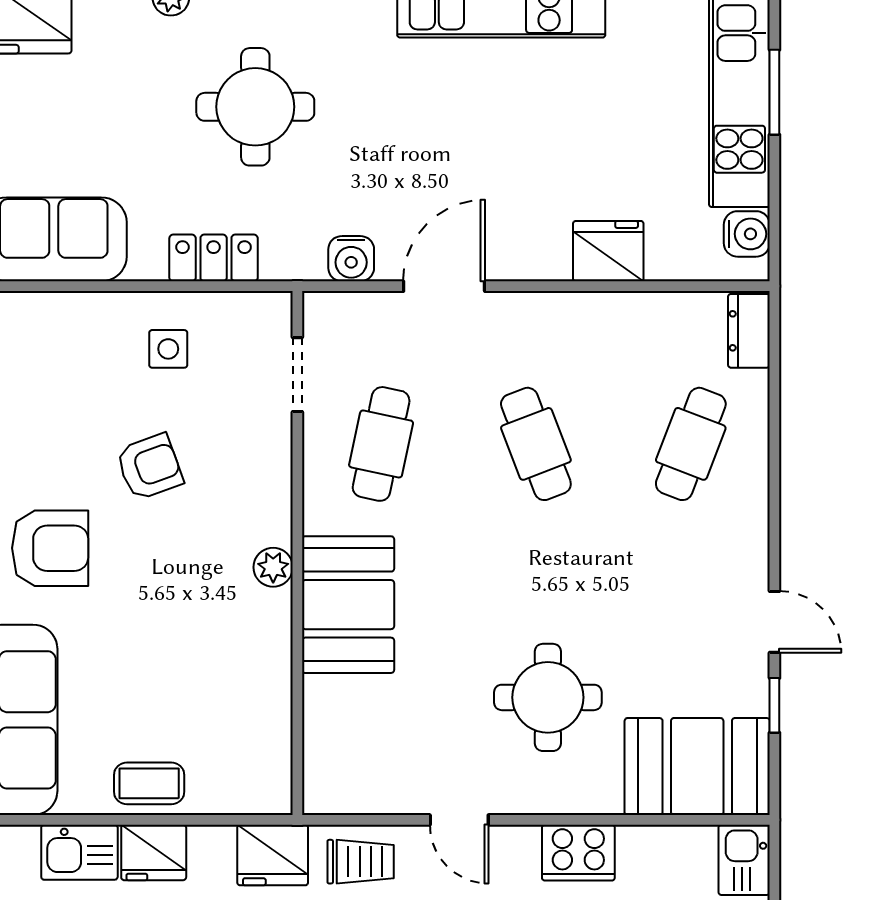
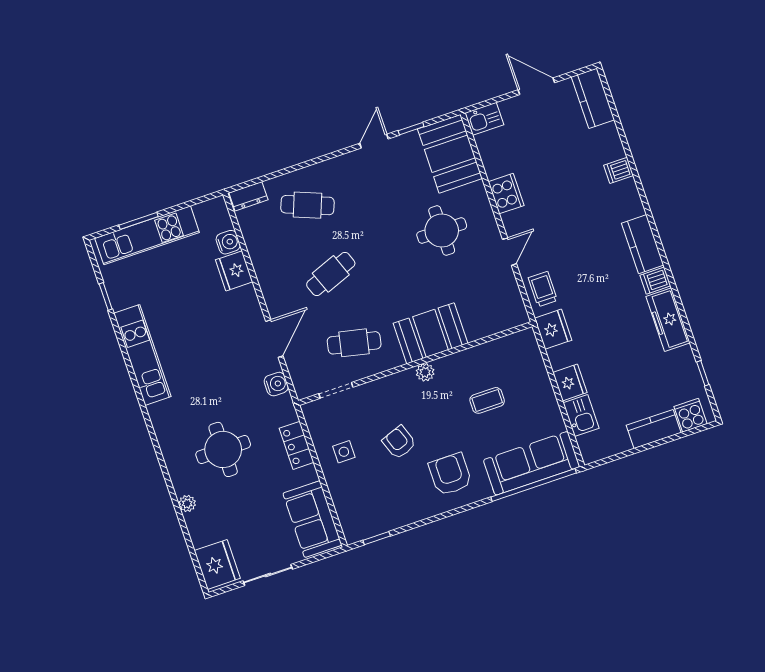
water cooler: (747, 234) -> (228, 242), moved, turned 90
door: (444, 286) -> (274, 339), swing flipped
coffee table: (149, 783) -> (487, 400), moved, turned 90

